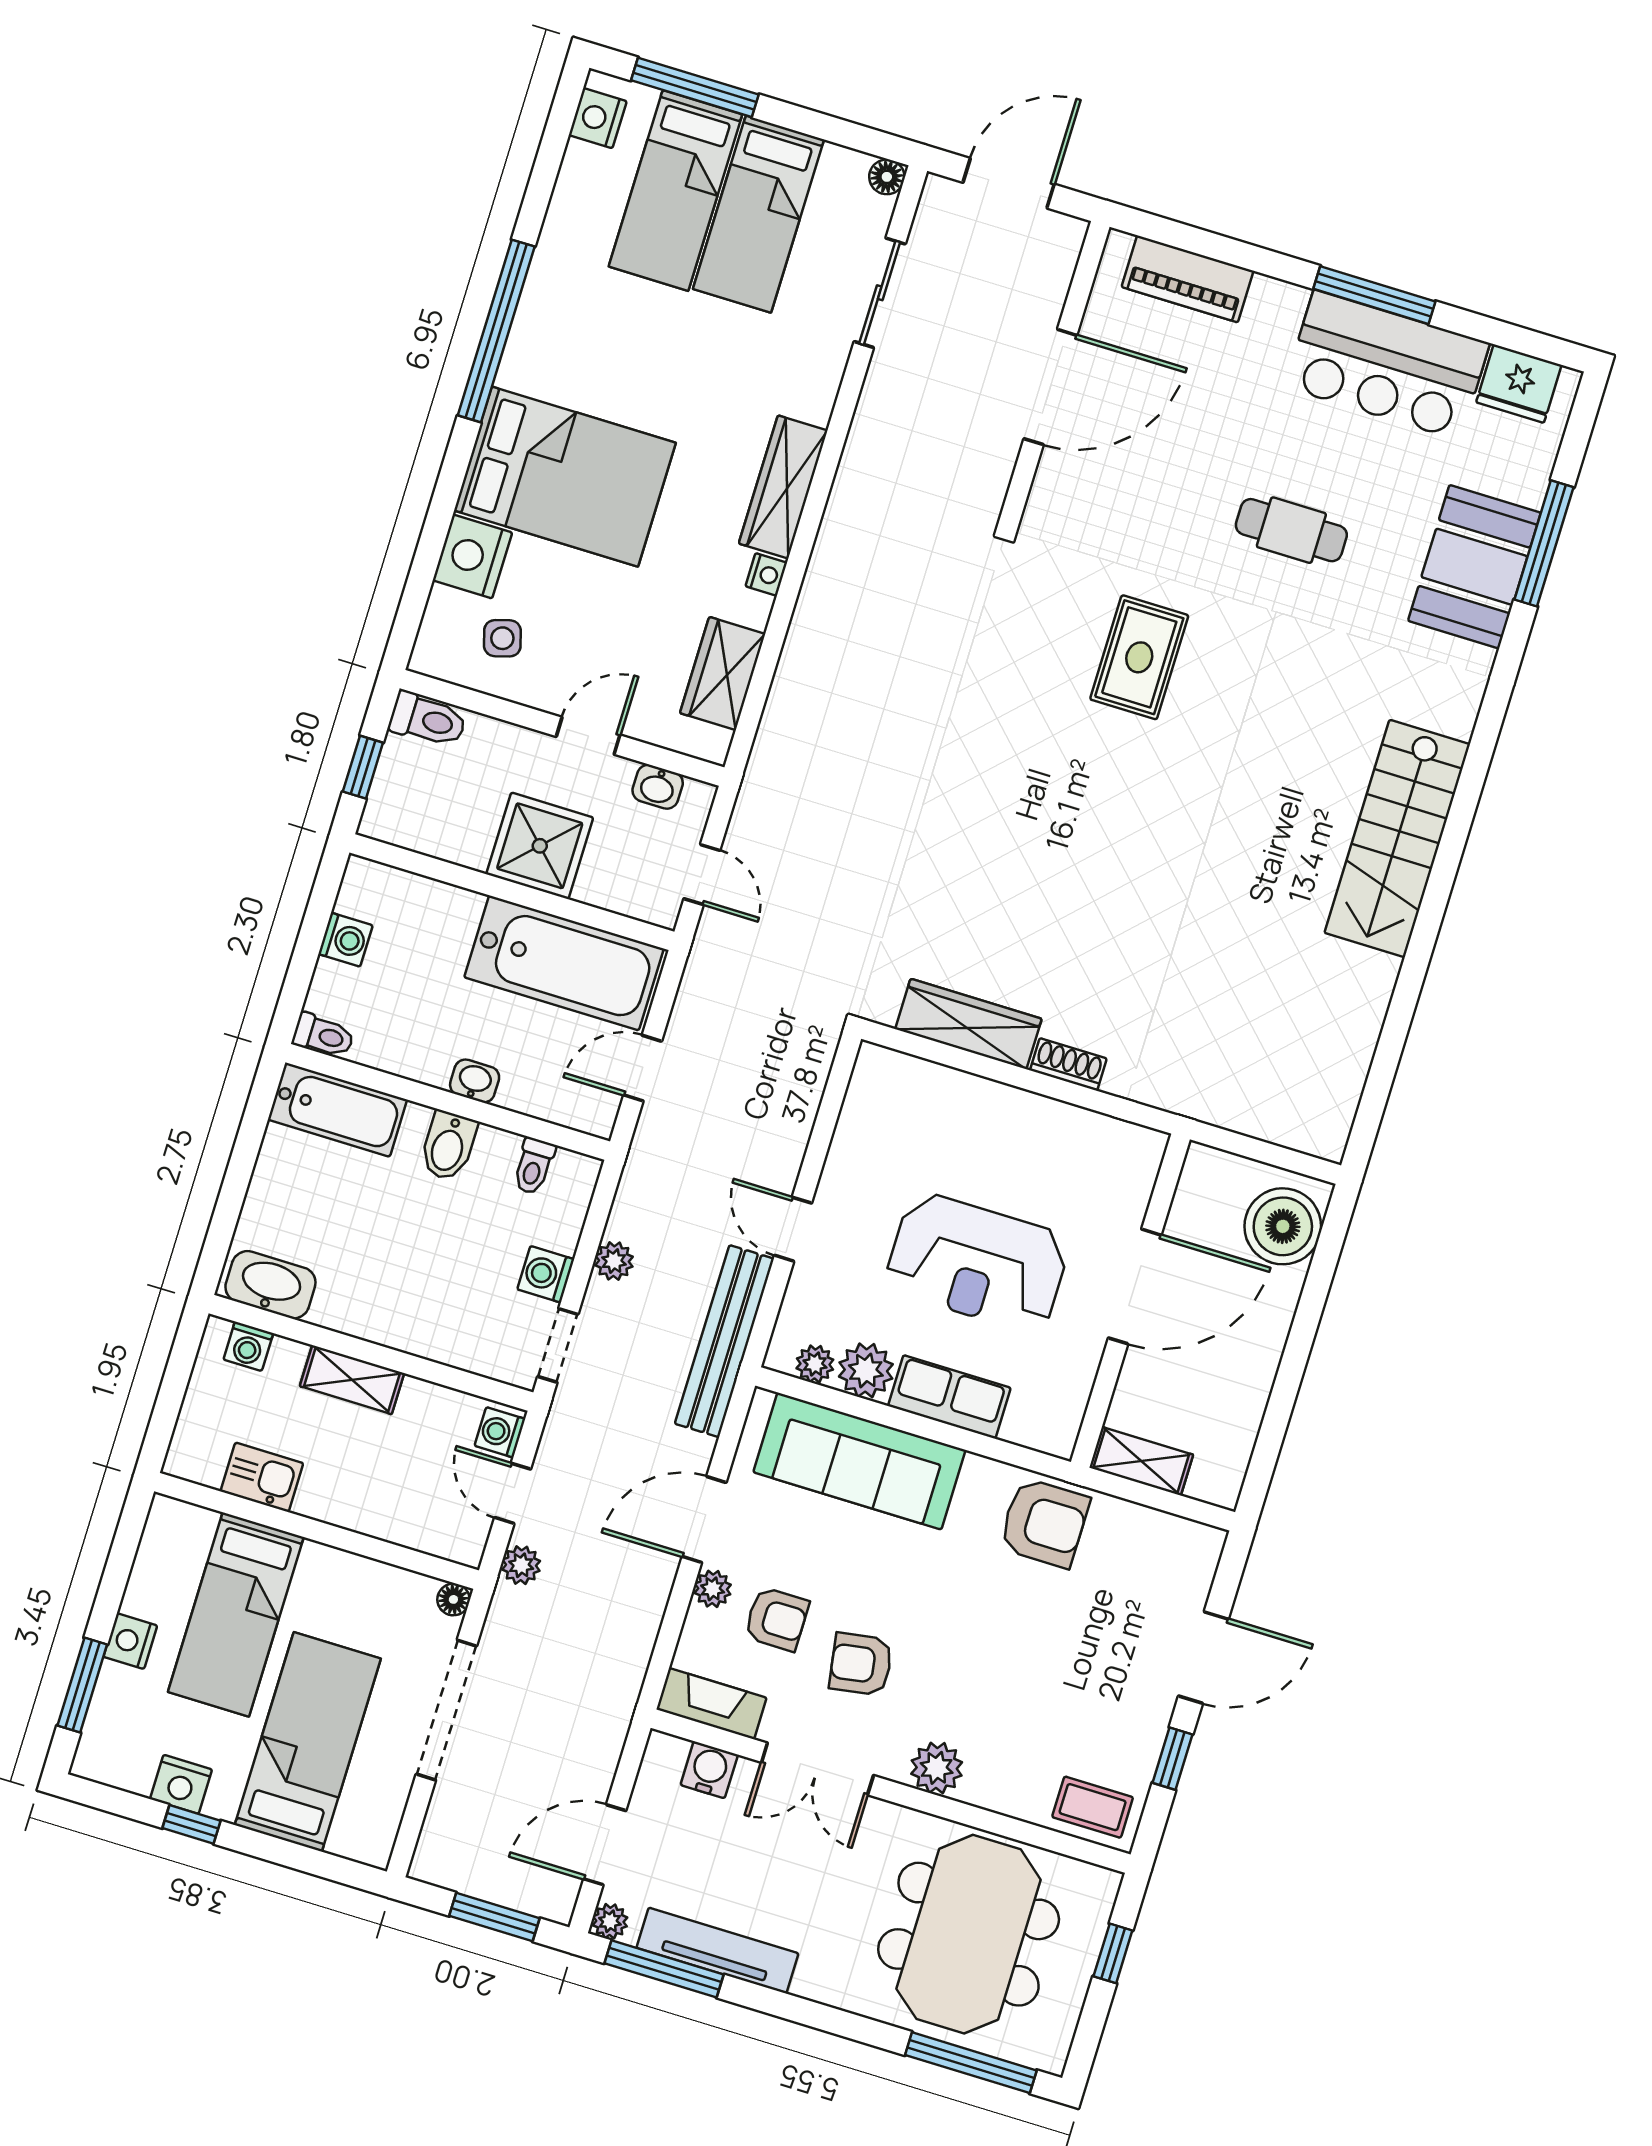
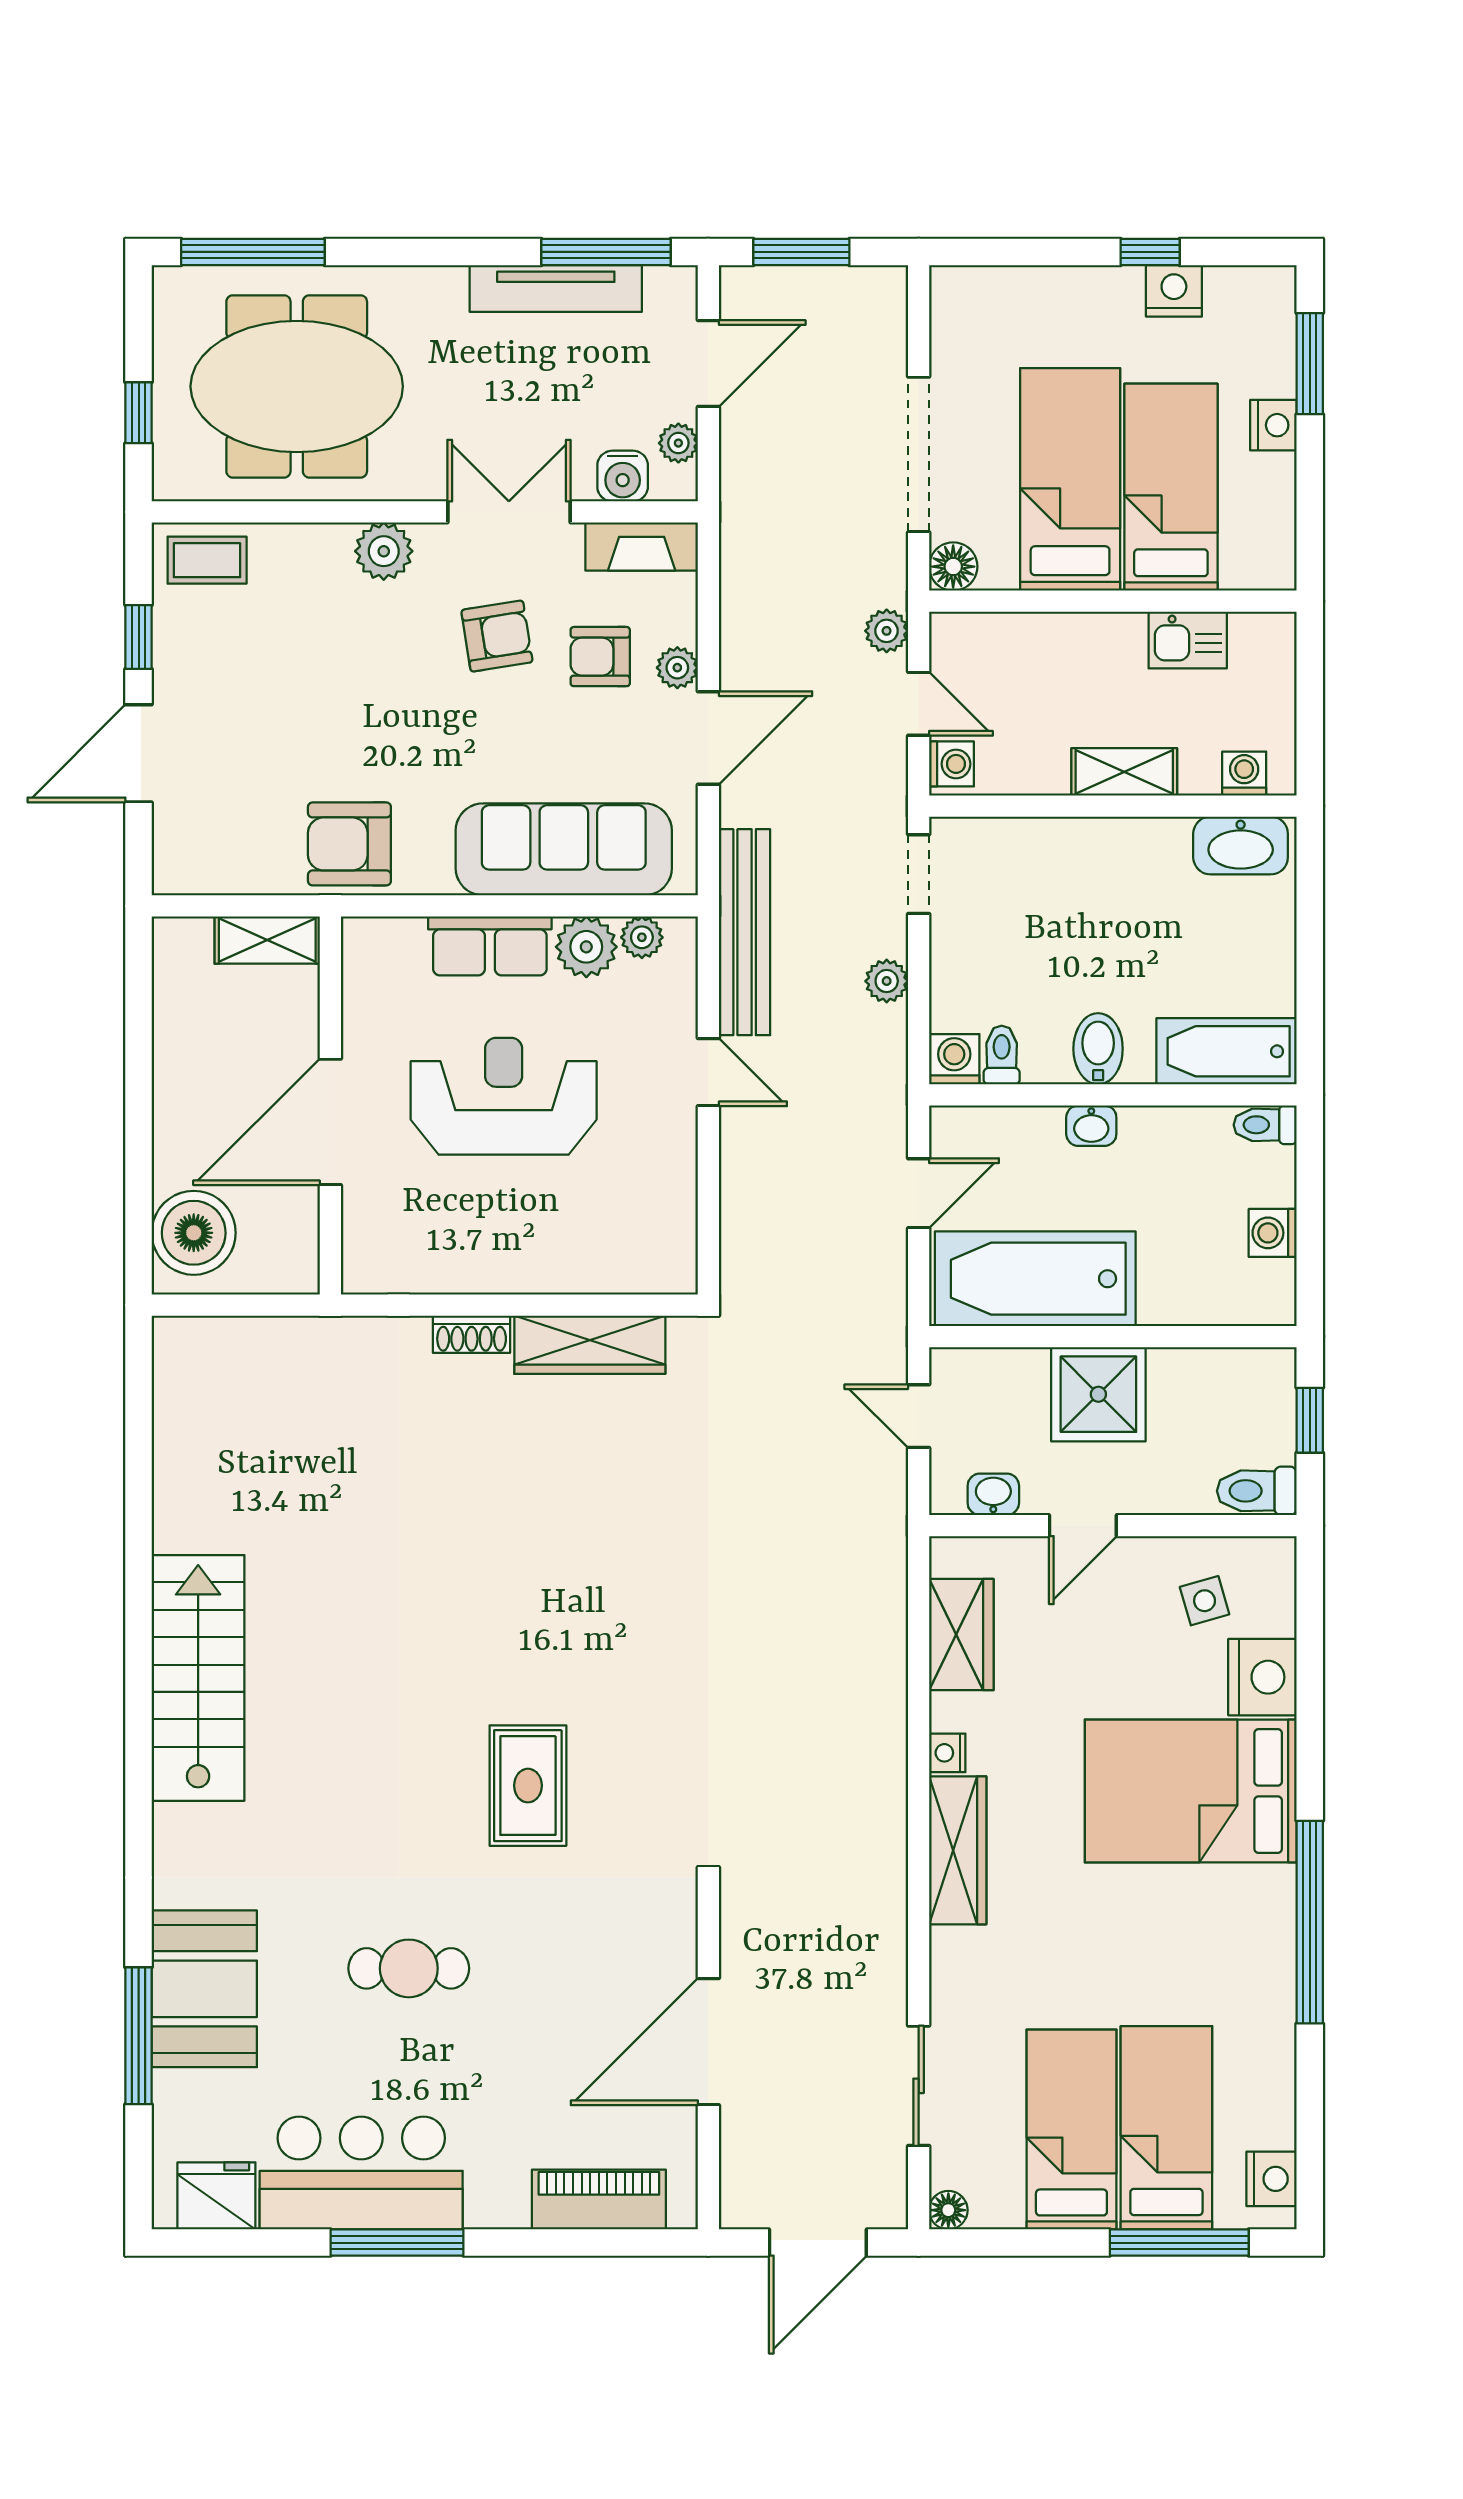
washing machine: (546, 1274) -> (954, 1059), moved, turned -90
floor lamp: (453, 1599) -> (953, 567), width x1.37, depth x1.37
bed: (308, 1742) -> (1070, 479), moved, turned 180
plant: (610, 1921) -> (678, 443), moved
meeting table: (969, 1934) -> (297, 386), turned 90

